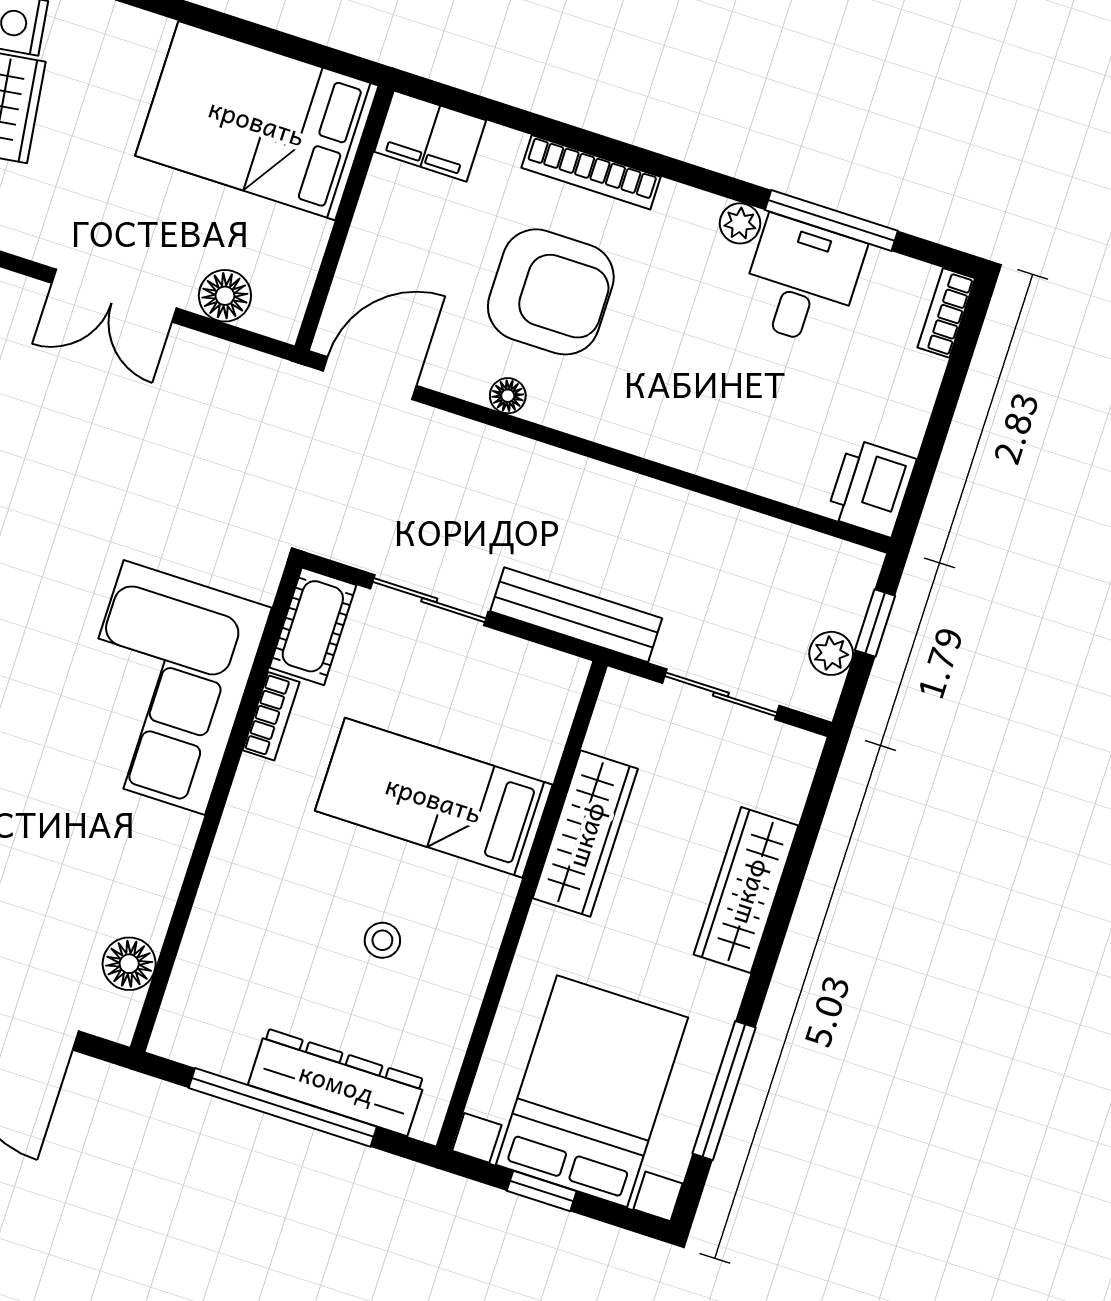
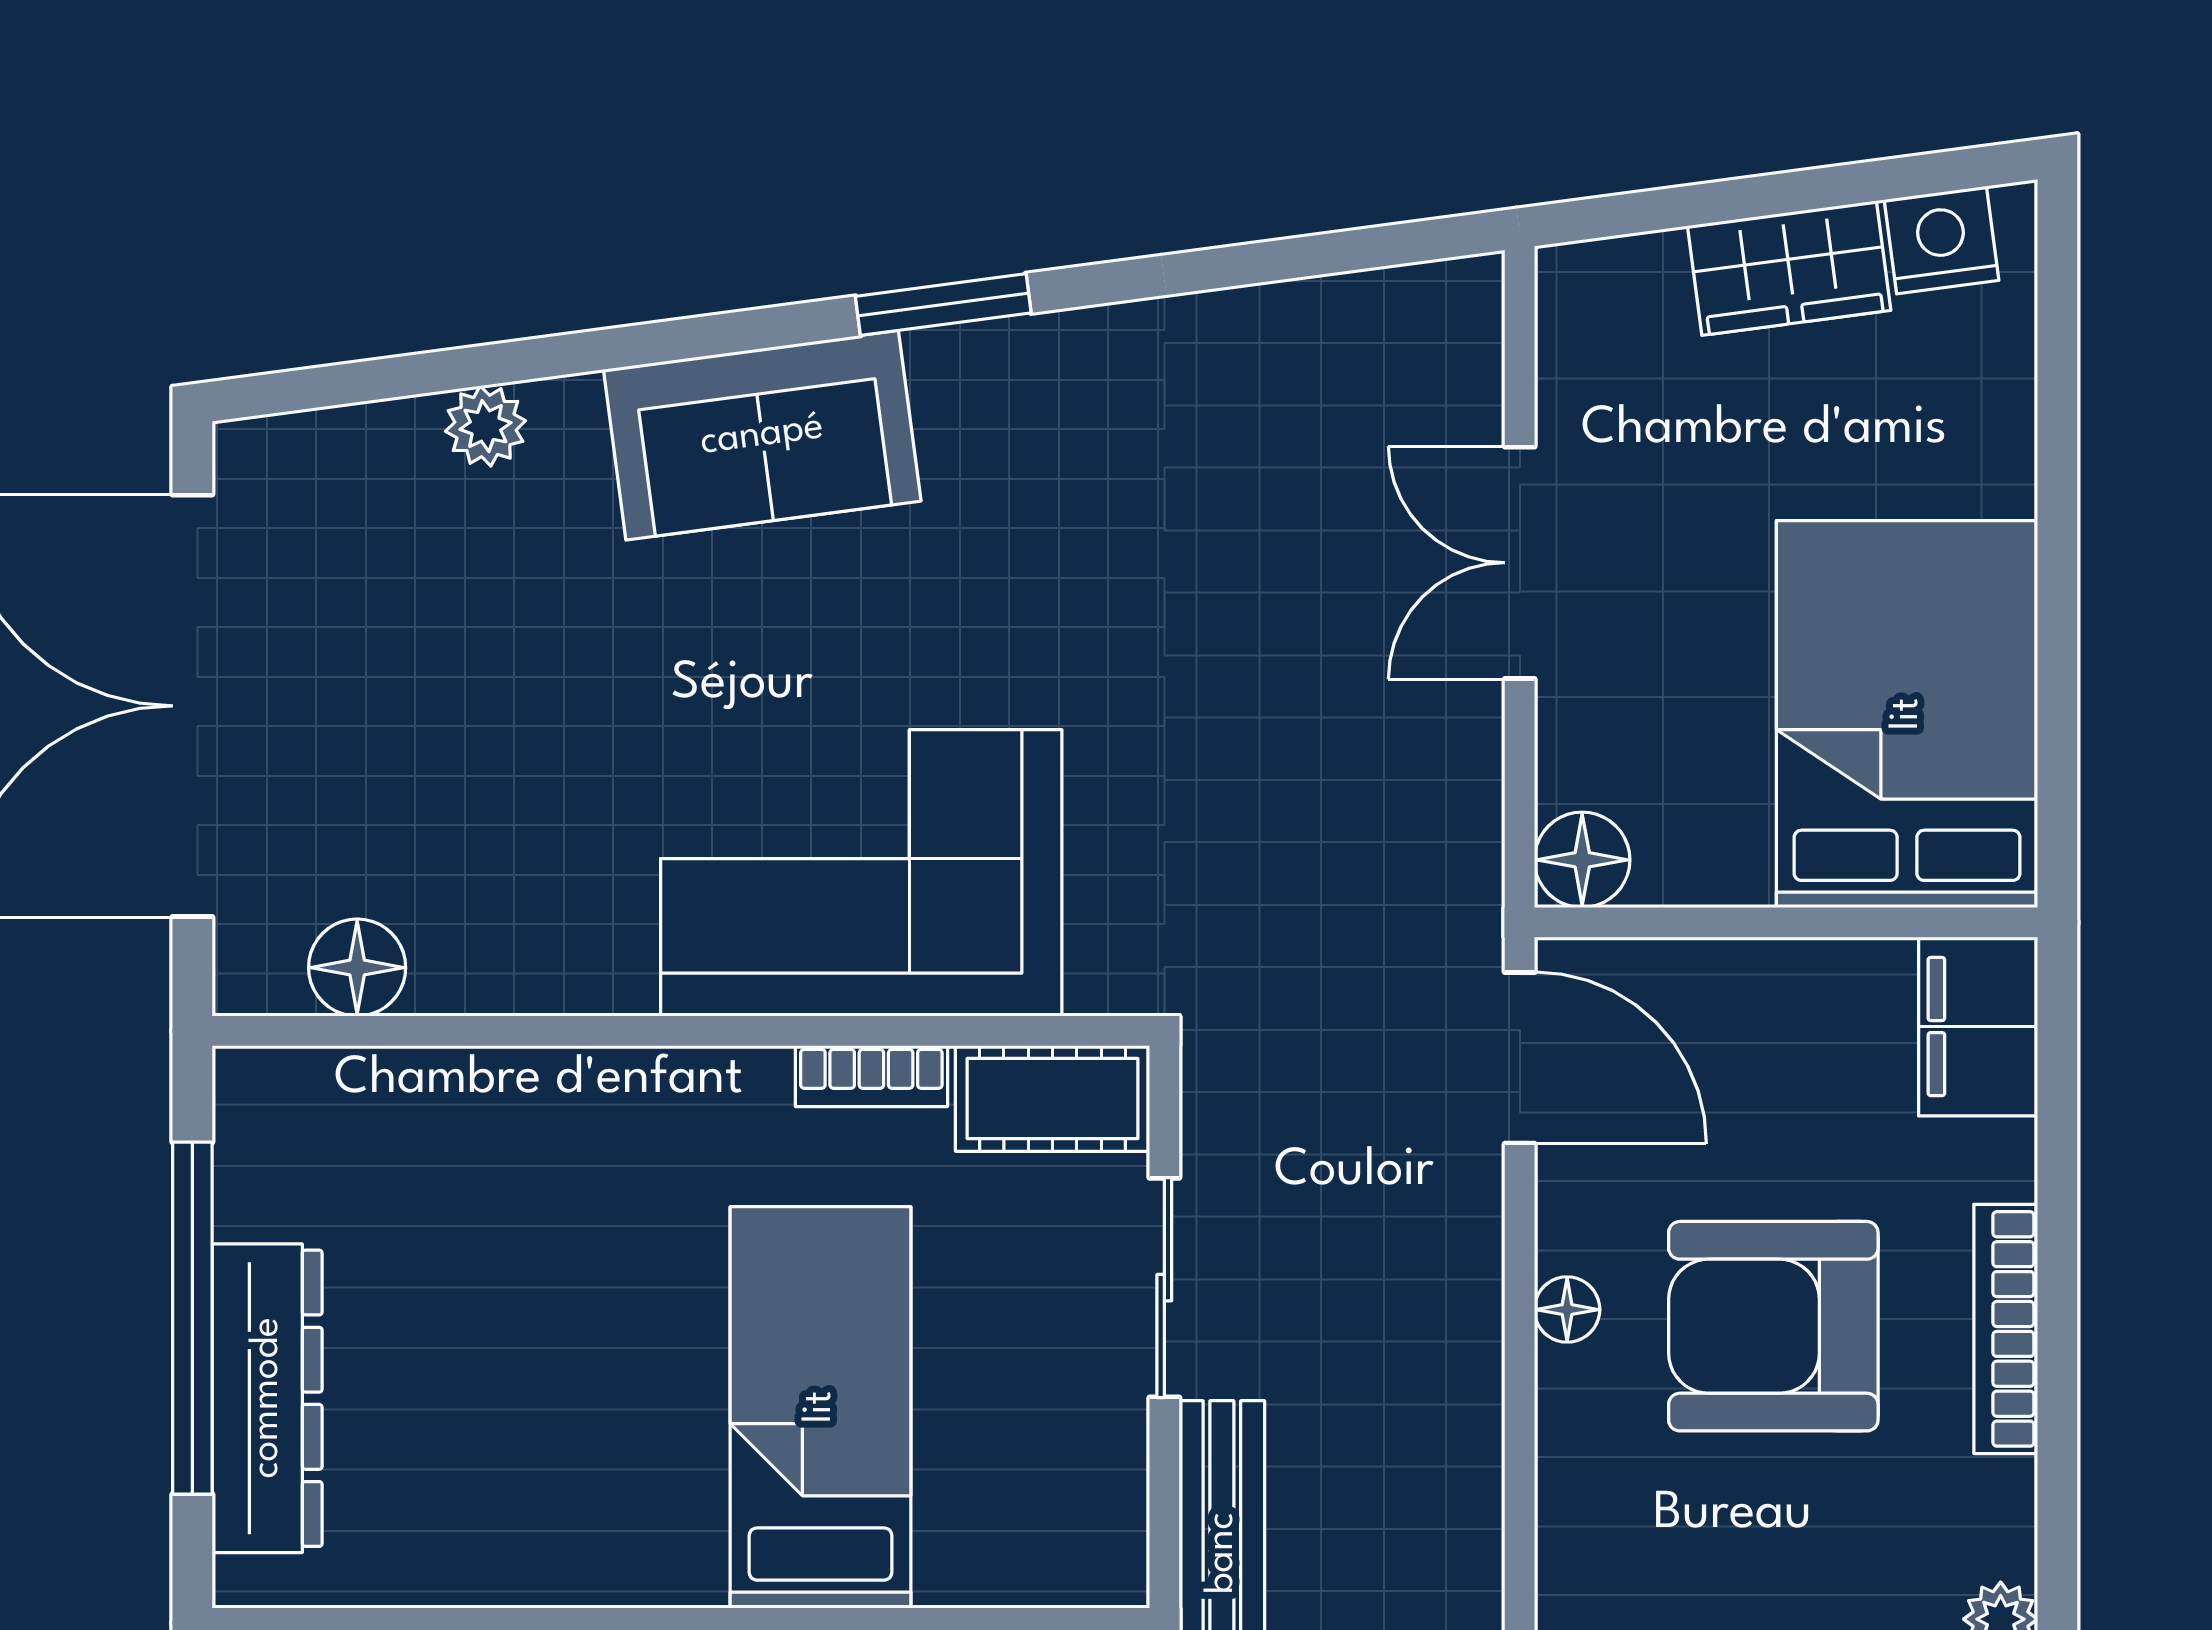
armchair: (551, 292) -> (1773, 1326), turned 90
floor lamp: (225, 296) -> (1582, 860), moved
stool: (382, 940) -> (542, 1398), removed

